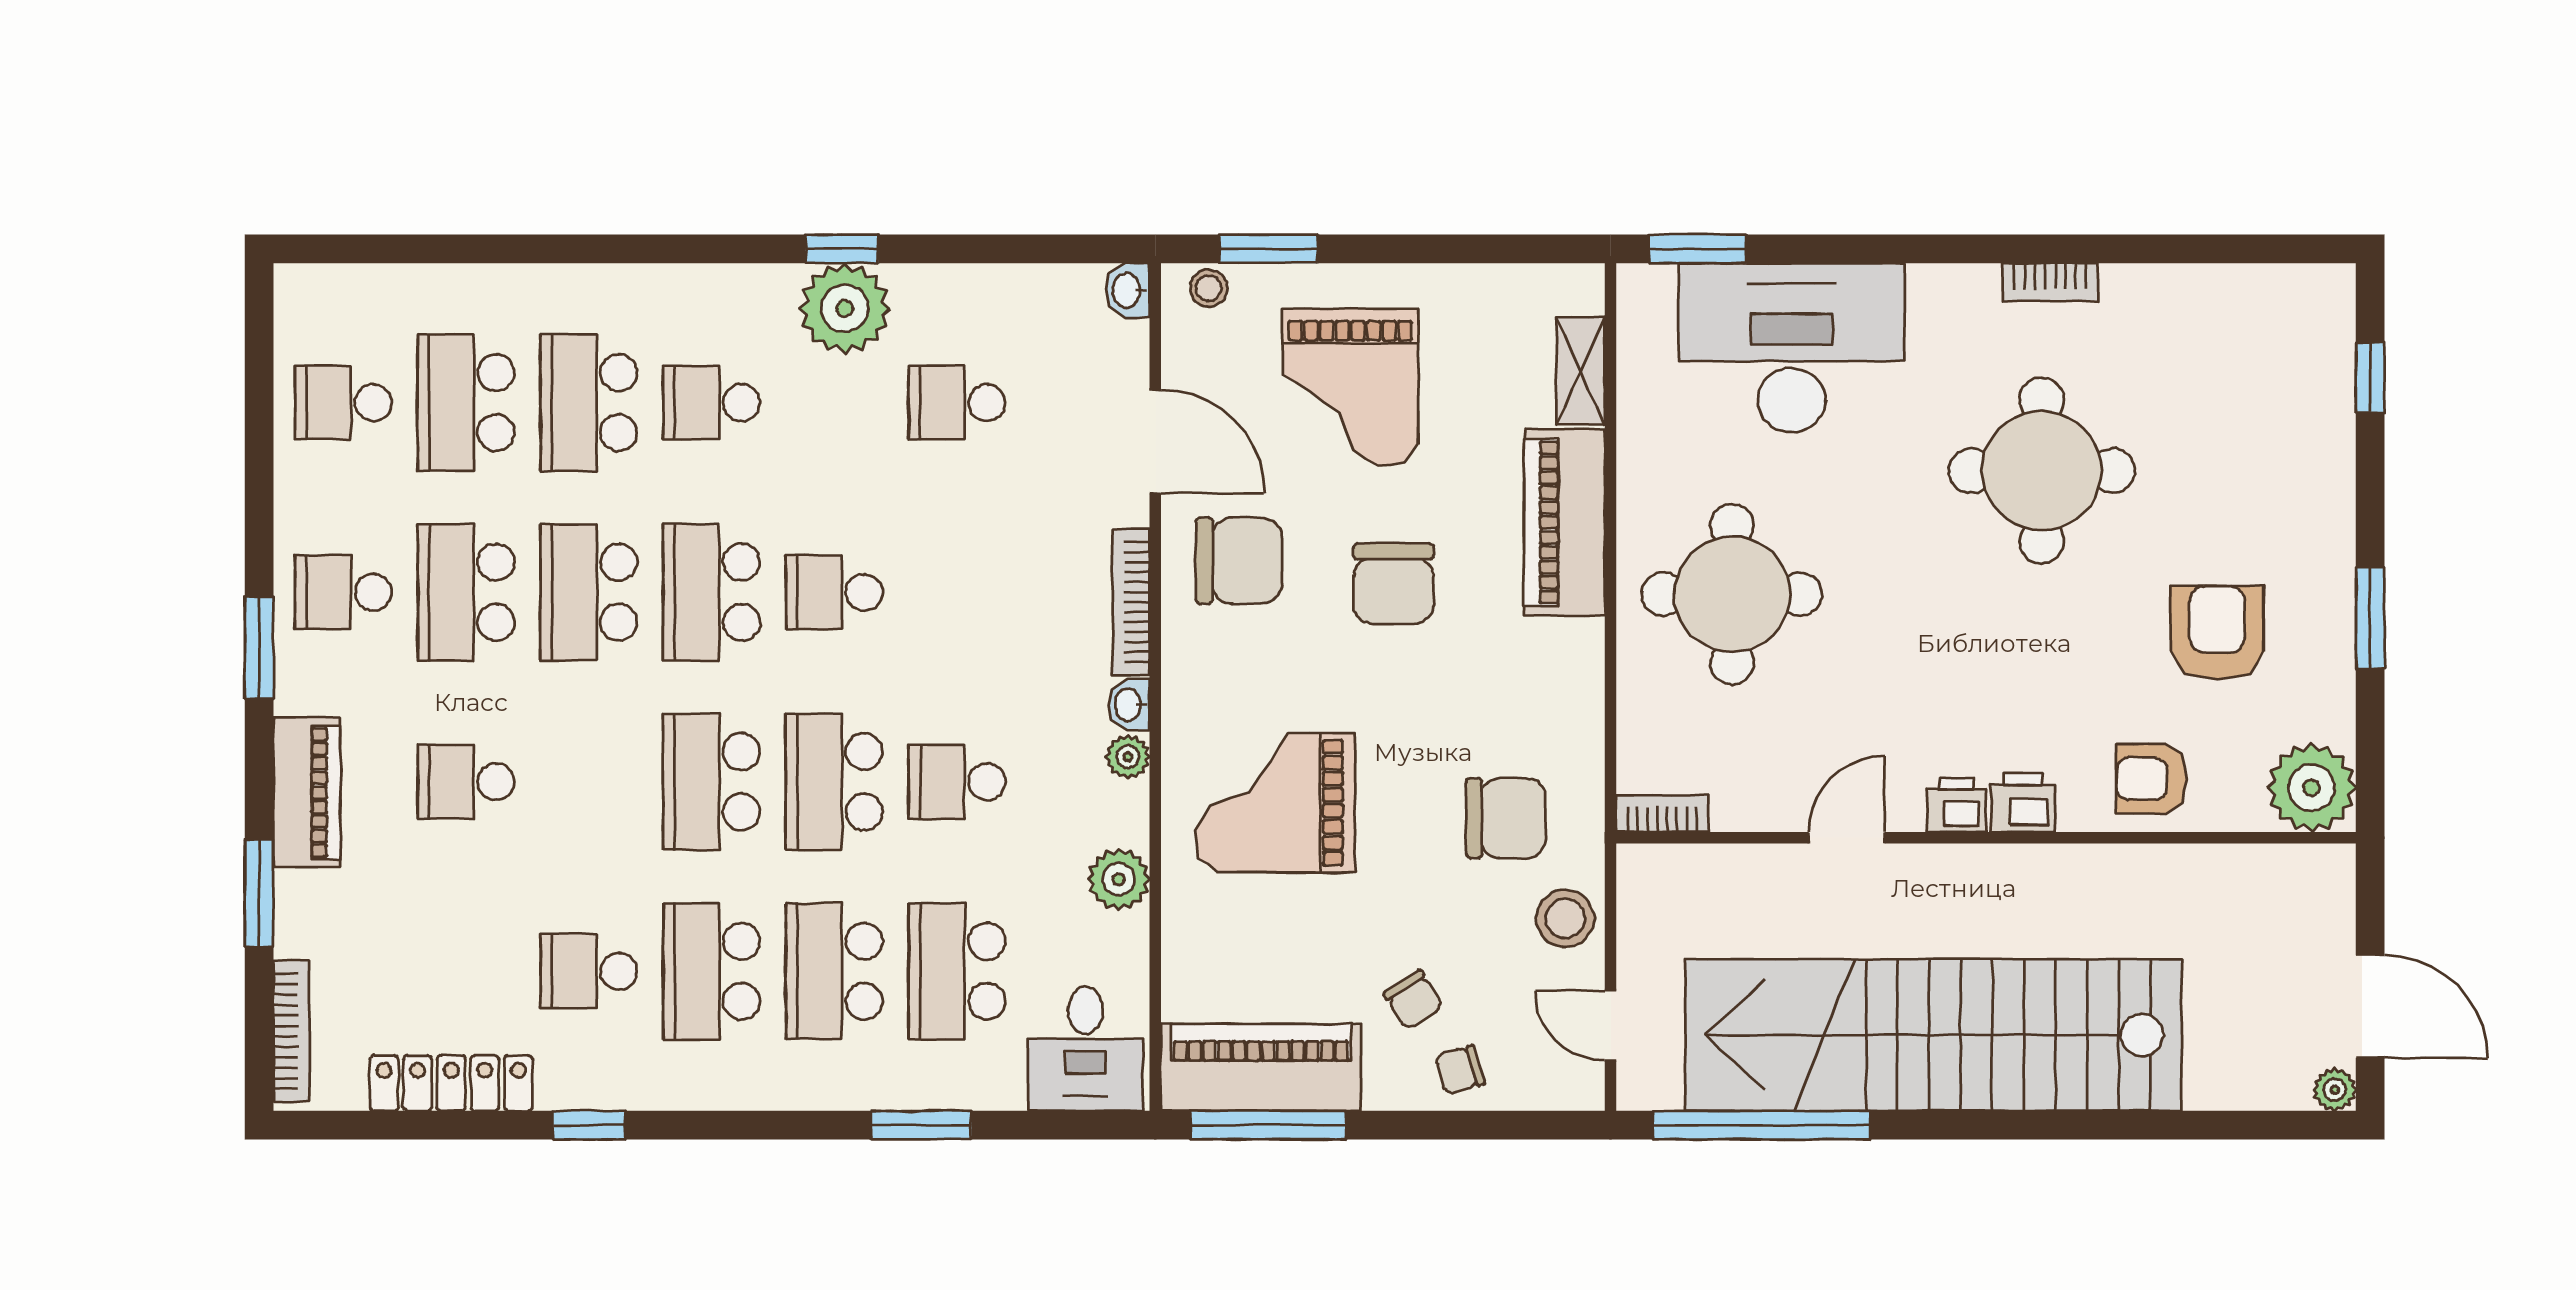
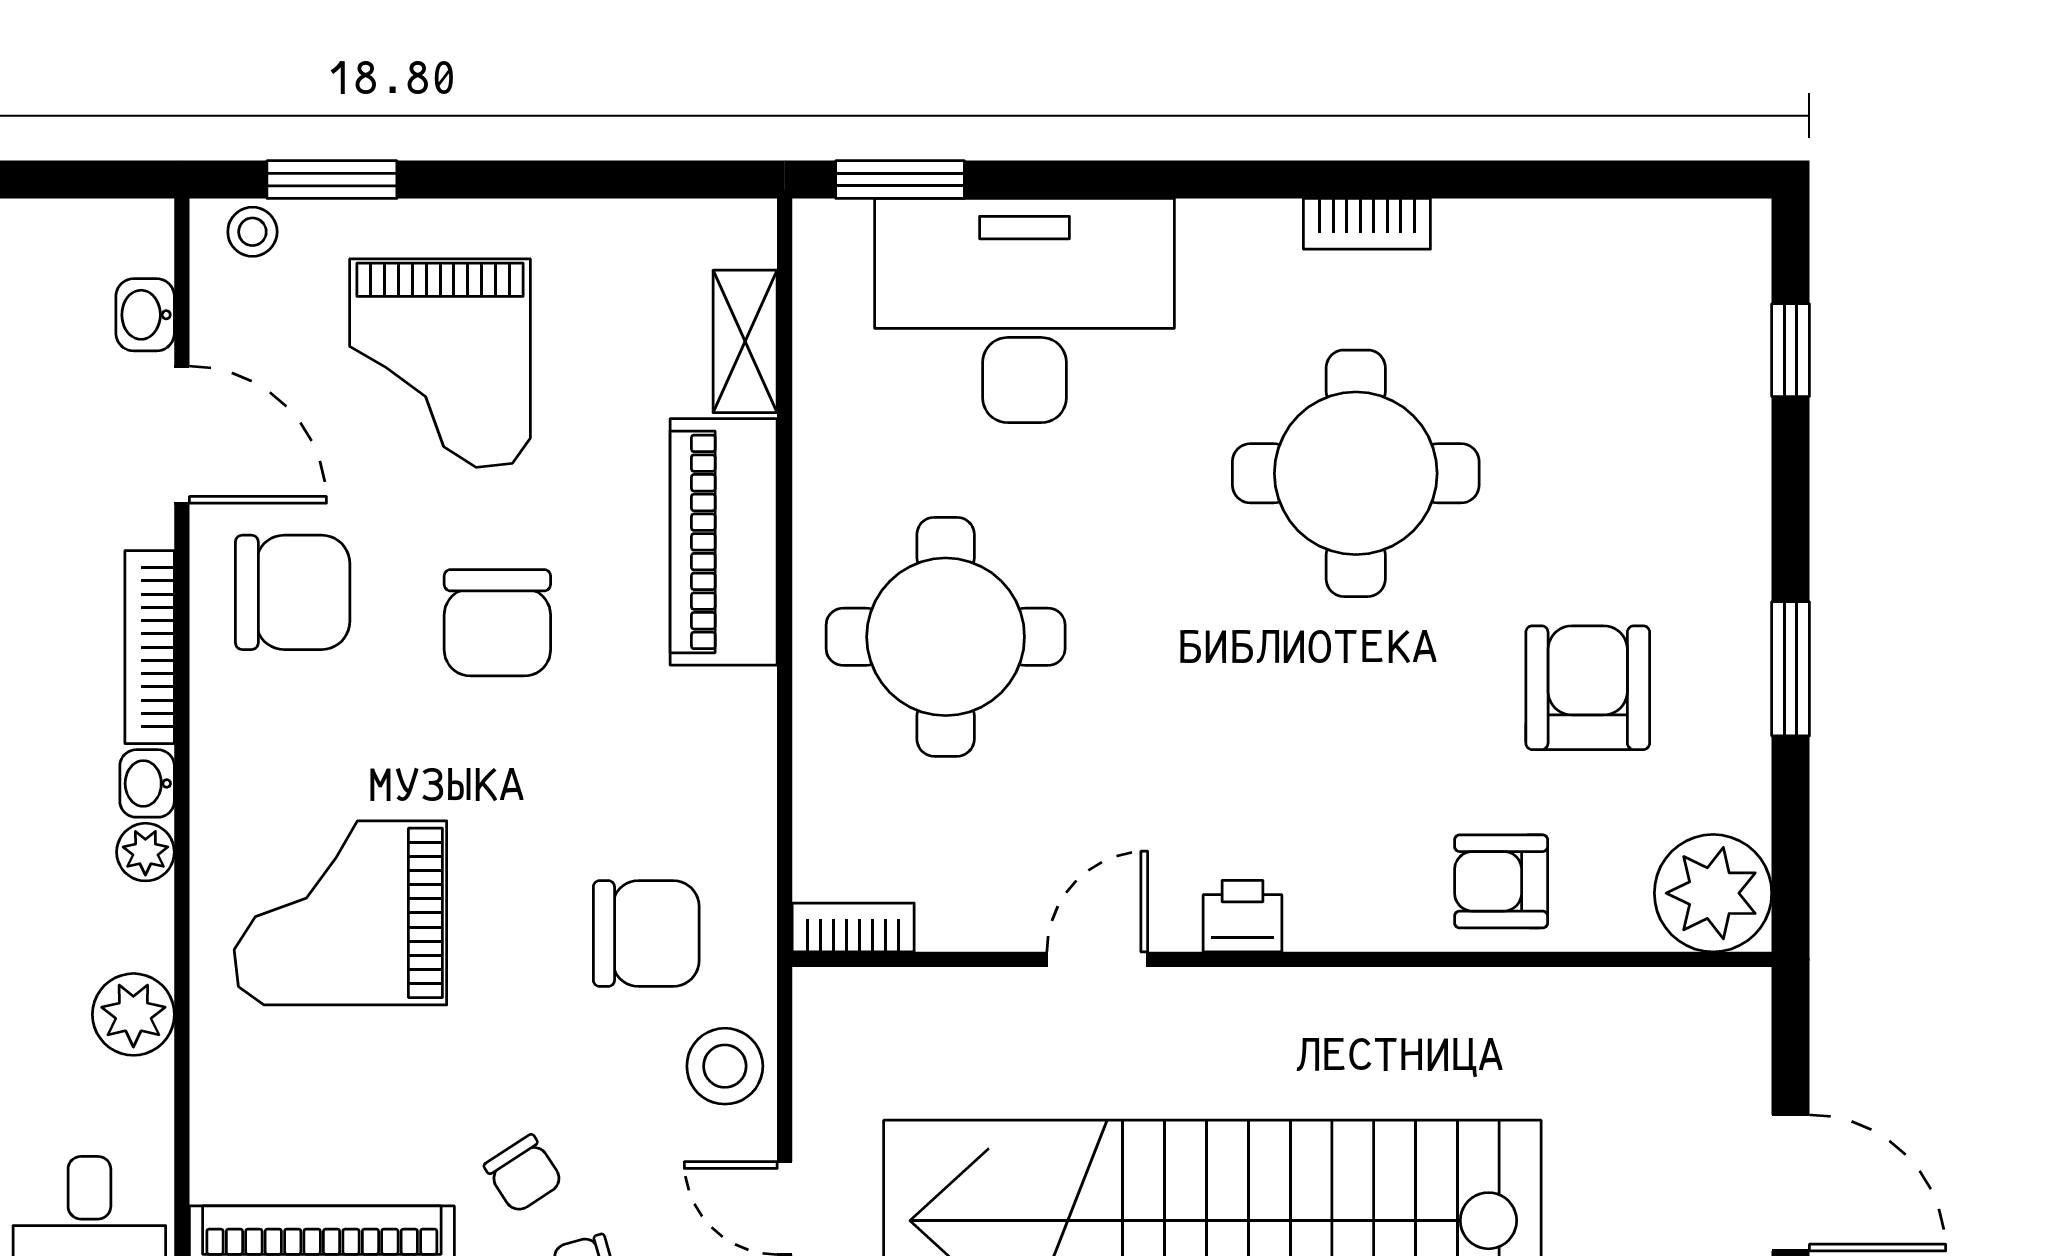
washbasin: (1128, 290) -> (145, 315), moved
printer: (2023, 803) -> (1331, 913), removed

